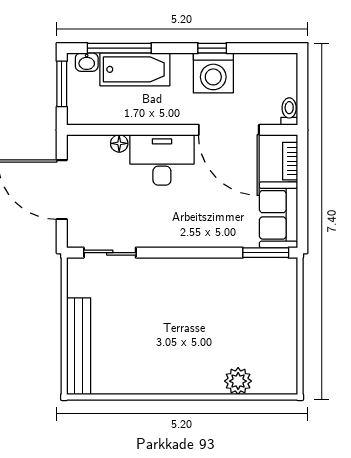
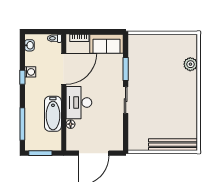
washbasin: (87, 62) -> (29, 45), moved
bathtub: (135, 69) -> (53, 114), moved, turned 180
washing machine: (213, 73) -> (30, 72), width x0.53, depth x0.53
sliding door: (110, 253) -> (126, 100), moved
window: (266, 253) -> (126, 69), moved

